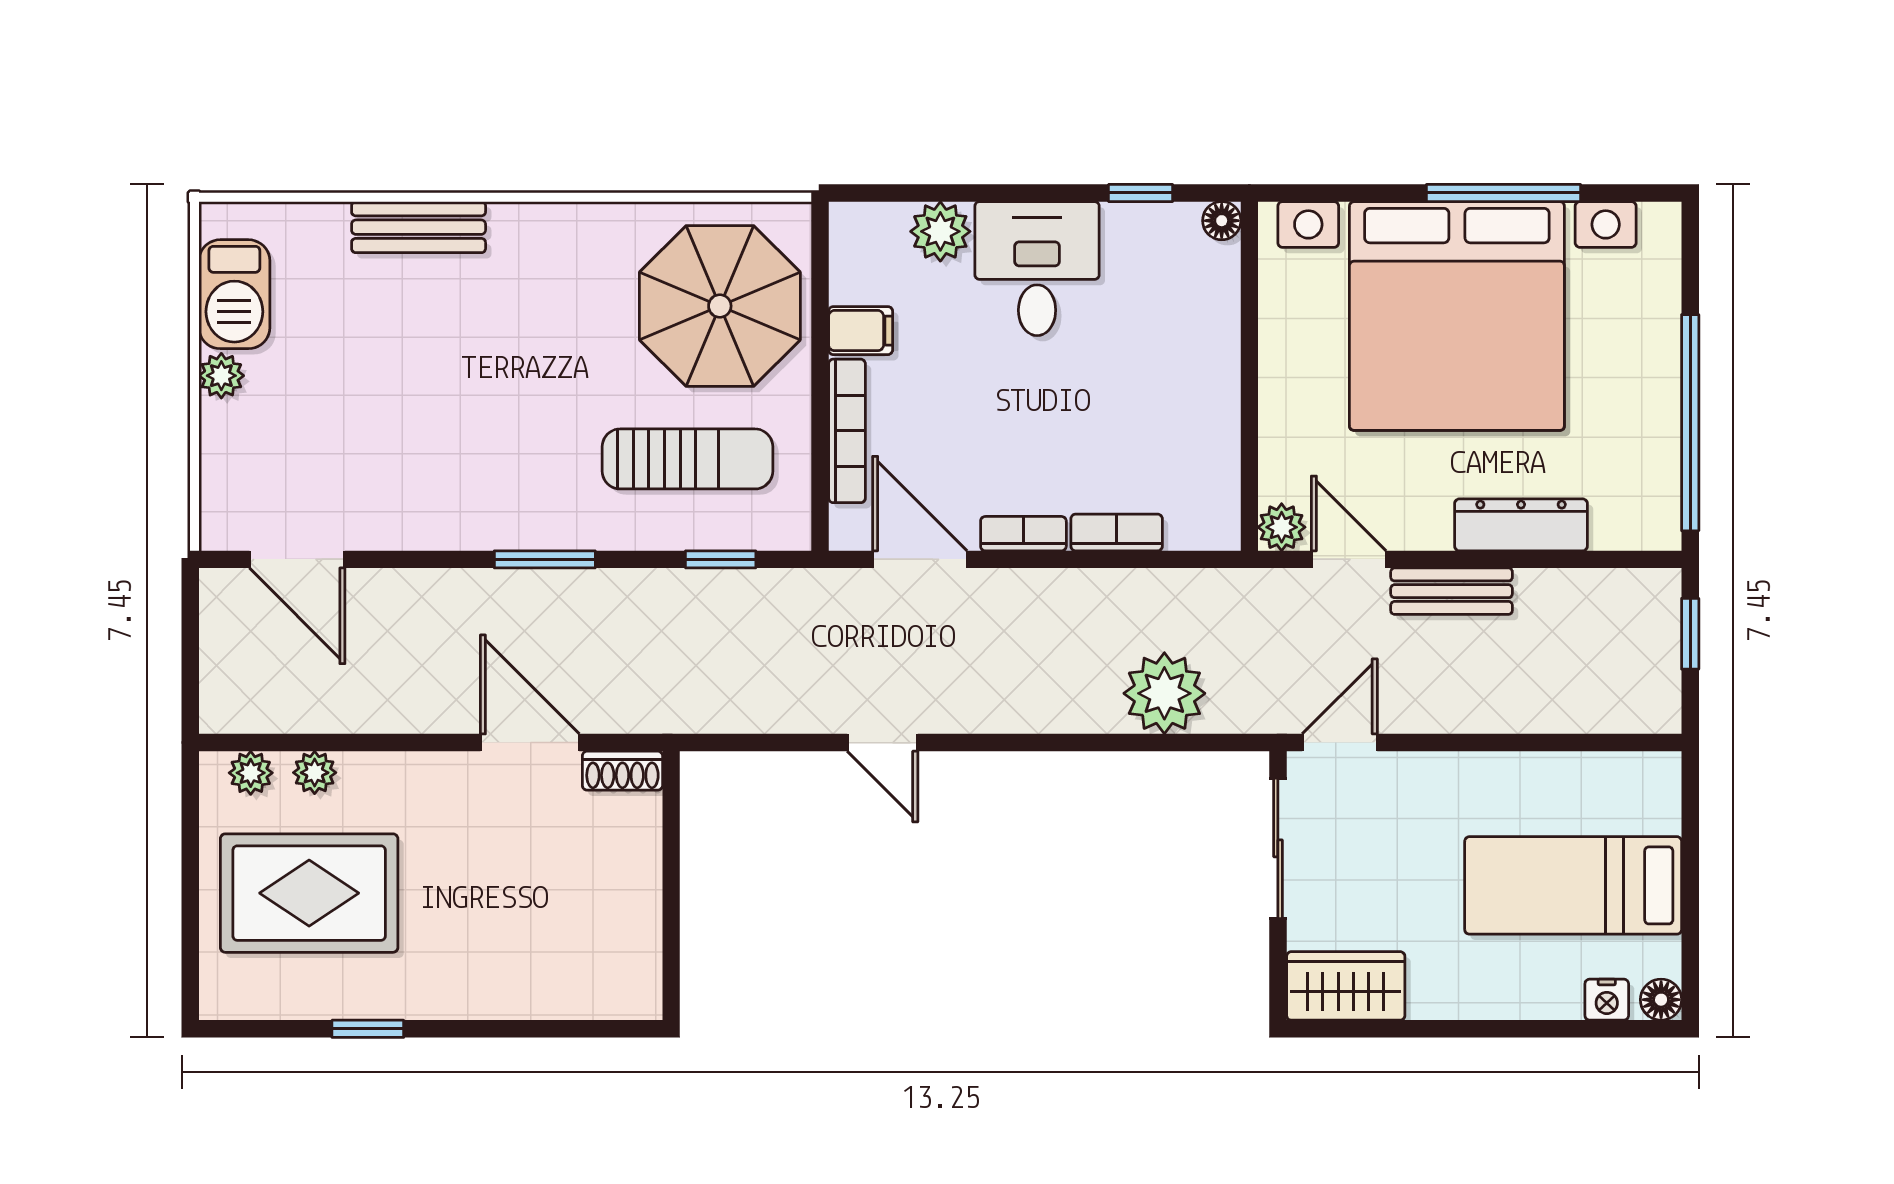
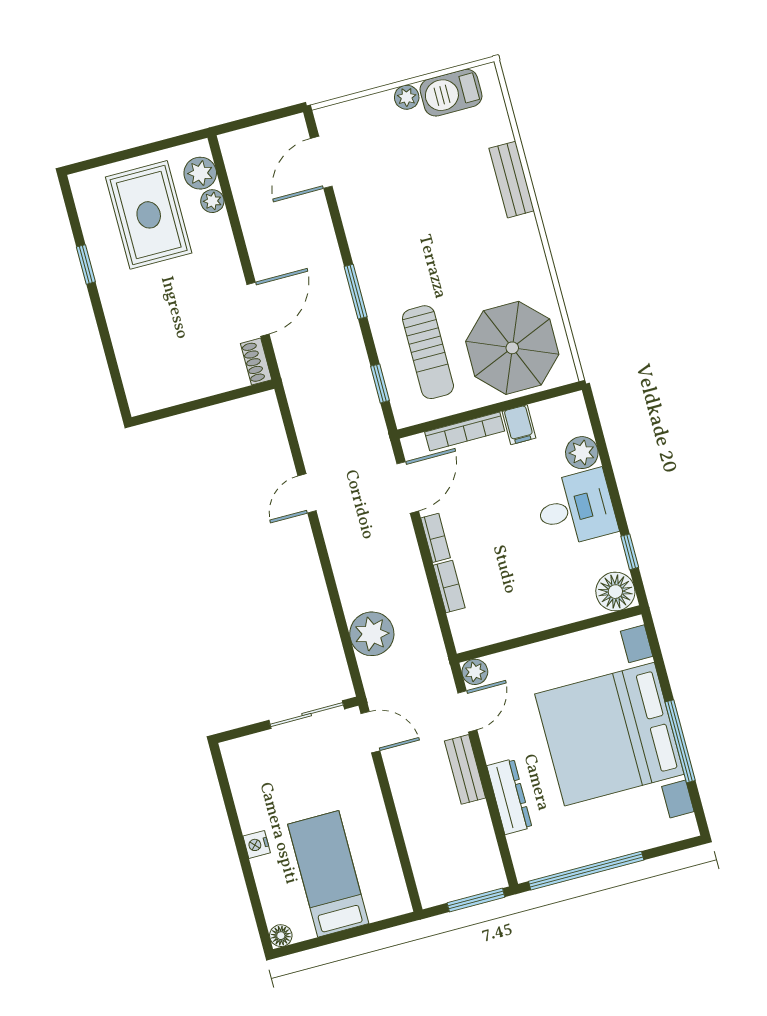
floor lamp: (1222, 221) -> (615, 592), width x1.89, depth x1.89
window: (1690, 634) -> (476, 900), width x1.50
plant: (251, 773) -> (200, 173), width x1.38, depth x1.38
wardrobe: (1346, 986) -> (244, 769), removed
nightstand: (1607, 1000) -> (257, 844), moved

